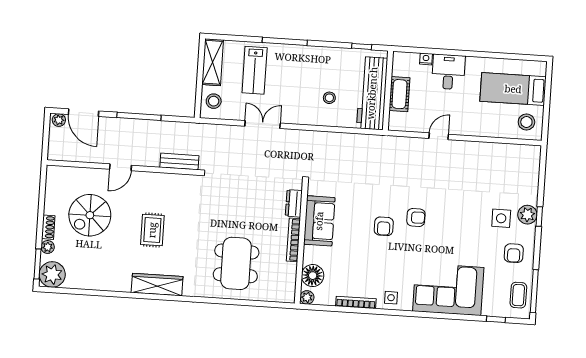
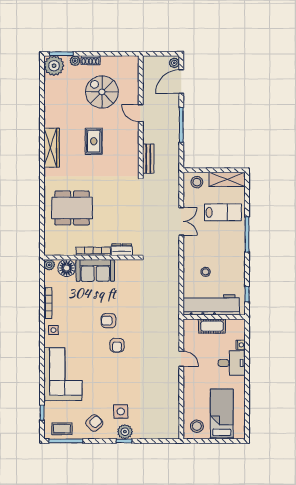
lab bench: (255, 70) -> (223, 212), turned 180
sofa: (319, 221) -> (95, 270), moved
rug: (152, 230) -> (94, 141), turned 90
armchair: (514, 253) -> (94, 423), turned 137

